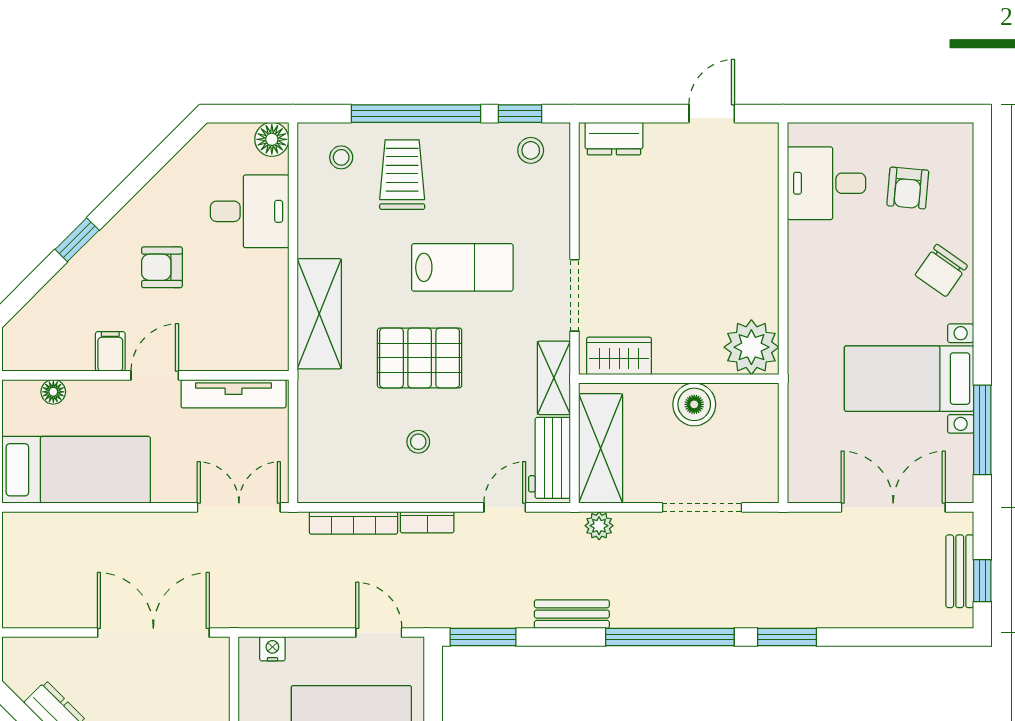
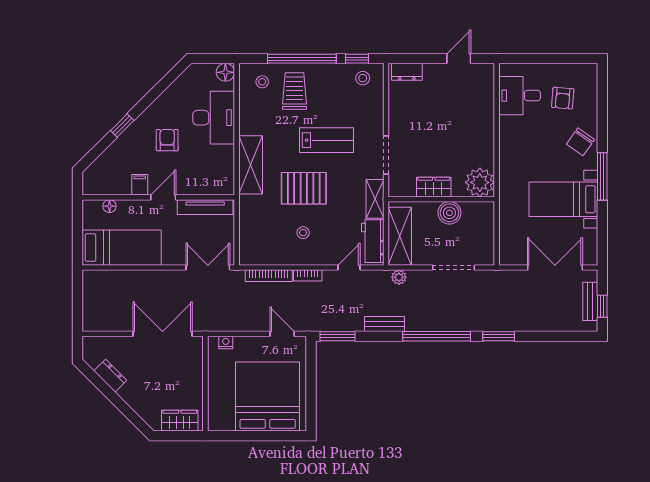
desk: (250, 211) -> (214, 118), width x1.37
armchair: (162, 267) -> (167, 140), turned 90
wardrobe: (619, 356) -> (434, 187), moved
window: (982, 430) -> (602, 176), moved

